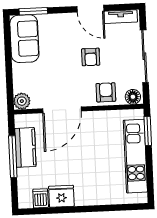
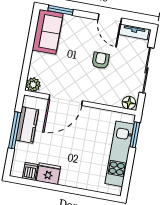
armchair: (91, 57) -> (101, 60), turned 180
armchair: (106, 92) -> (107, 94), removed

